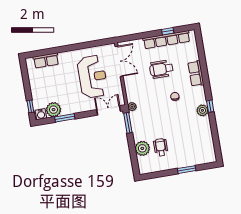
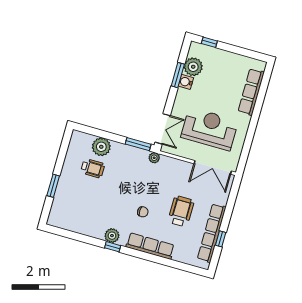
row of seats: (46, 60) -> (251, 92), width x1.48
row of seats: (196, 73) -> (150, 246), width x1.48
reception desk: (93, 77) -> (210, 129), turned 180
water cooler: (41, 114) -> (186, 82), moved

